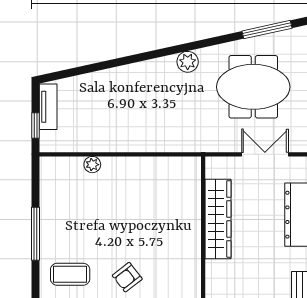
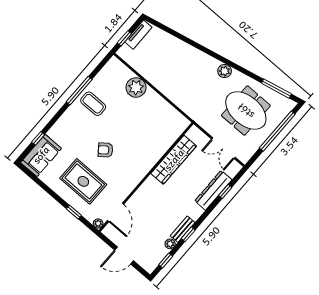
double door: (265, 154) -> (223, 148), swing flipped
plant: (92, 165) -> (136, 87), width x1.87, depth x1.87
coffee table: (70, 274) -> (93, 104), moved

